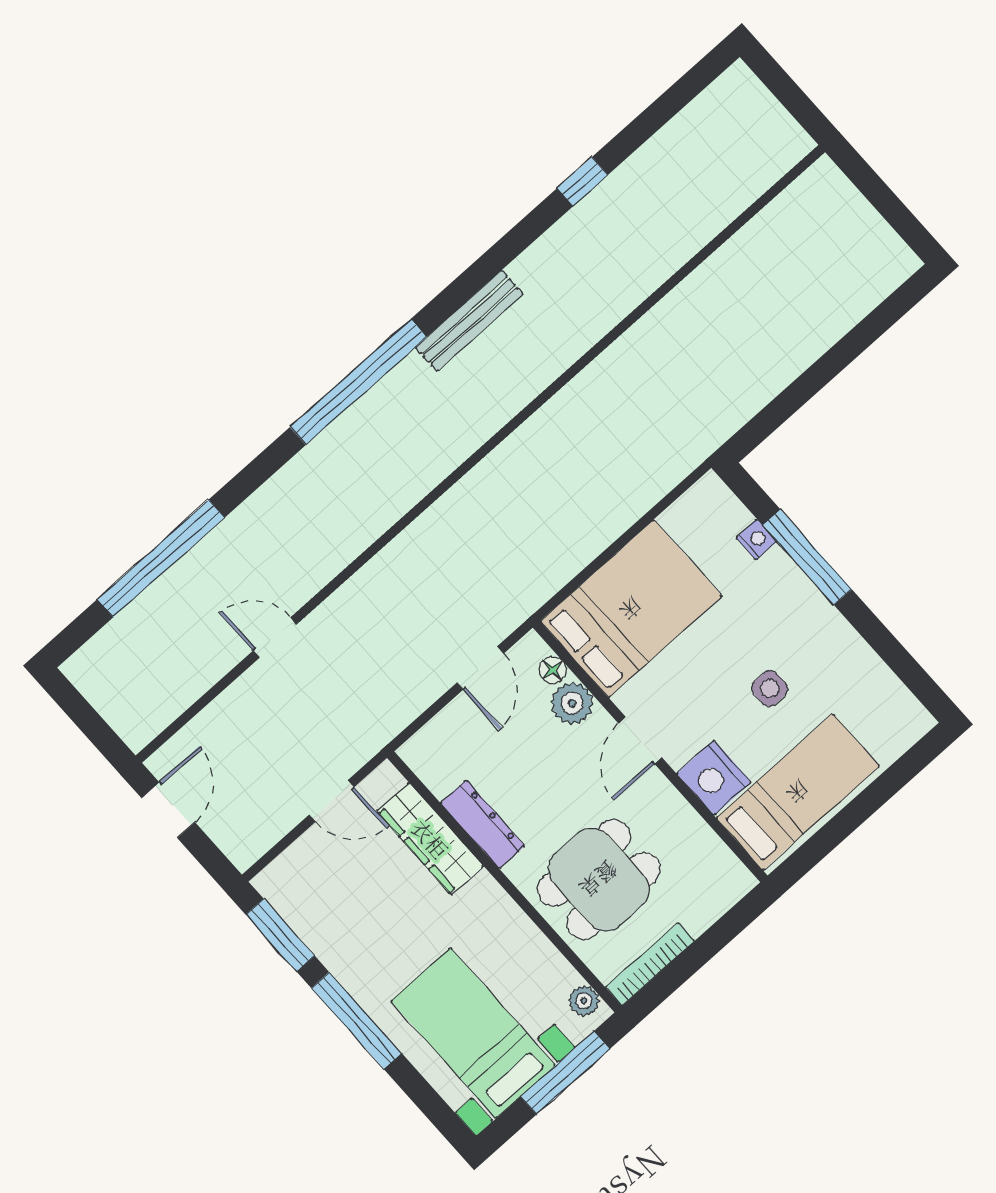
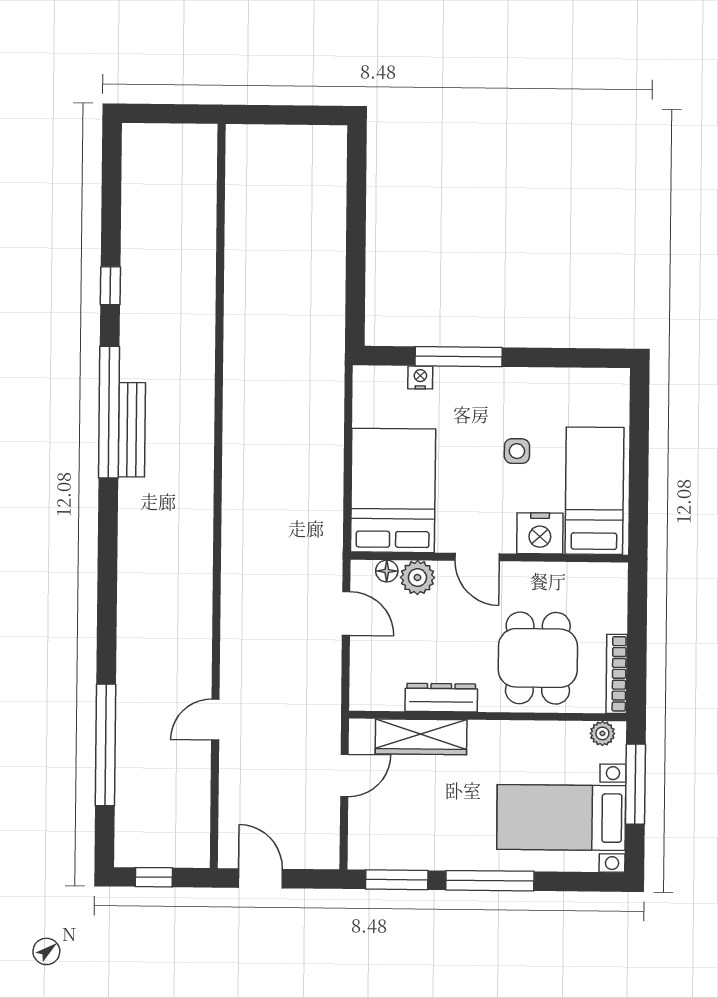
window: (358, 382) -> (109, 412), moved
window: (81, 712) -> (154, 877), added

